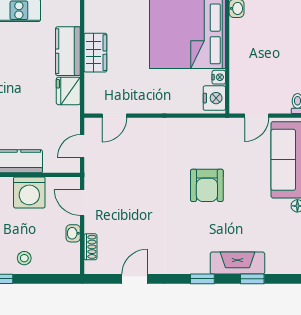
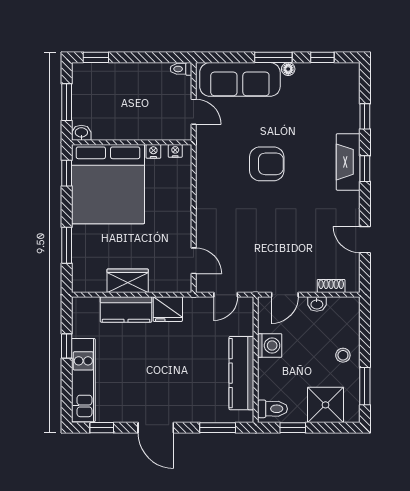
nightstand: (214, 98) -> (175, 151), width x0.53, depth x0.56
door: (82, 146) -> (226, 295), hinge flipped
washing machine: (29, 192) -> (270, 345), width x0.73, depth x0.73
fireplace: (237, 263) -> (348, 162), moved

